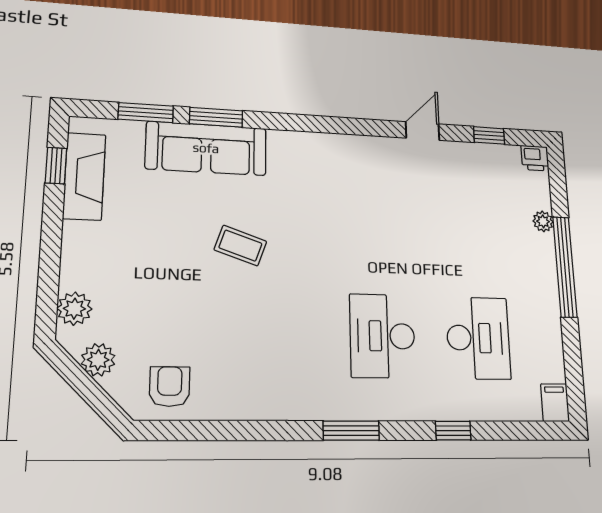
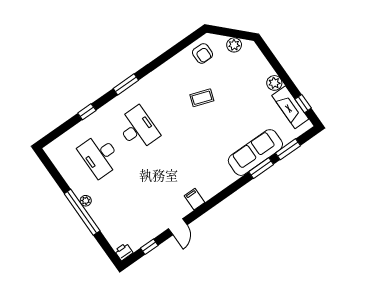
plant: (543, 221) -> (86, 201), moved
coffee table: (240, 246) -> (202, 98), moved
plant: (74, 309) -> (274, 83), moved
filing cabinet: (555, 403) -> (195, 199), moved, turned 180

